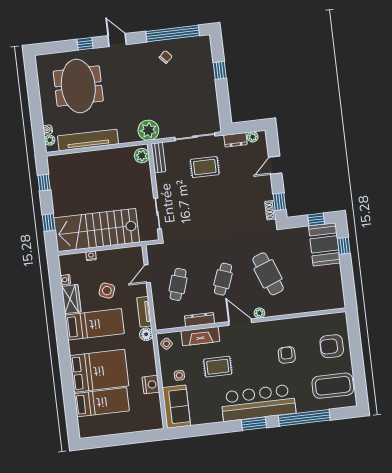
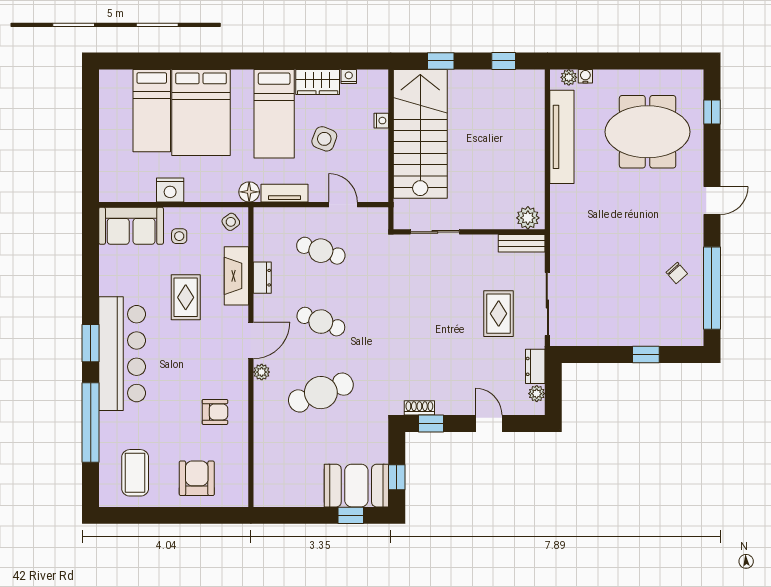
window: (85, 44) -> (712, 112), moved
plant: (148, 130) -> (566, 233), removed
dresser: (200, 320) -> (262, 278), width x0.70
armchair: (287, 355) -> (215, 412), moved
coffee table: (333, 386) -> (135, 473), width x0.73, depth x0.76

